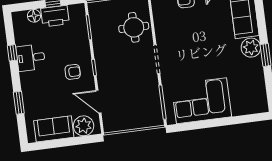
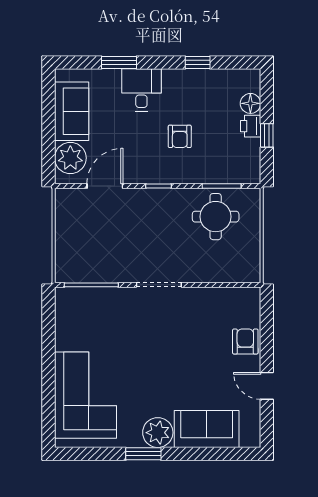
printer: (55, 16) -> (251, 126), width x0.53, depth x0.68
round table: (134, 27) -> (216, 217), moved
desk: (31, 58) -> (141, 90), moved
armchair: (73, 72) -> (180, 136), moved
corner sofa: (201, 101) -> (86, 395), moved

